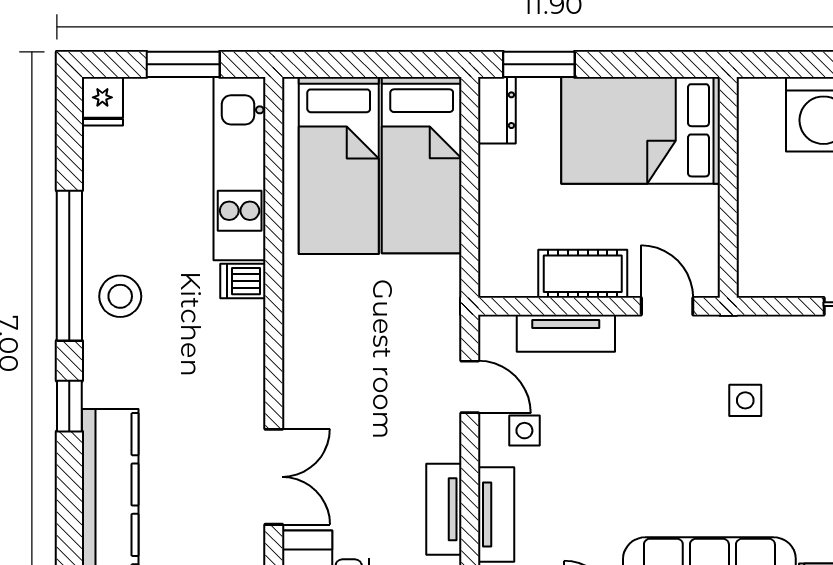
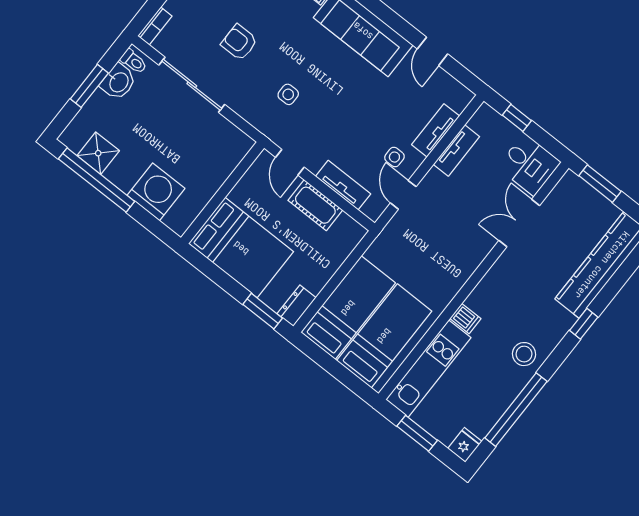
window: (69, 266) -> (516, 410), moved

